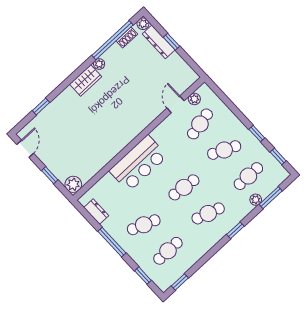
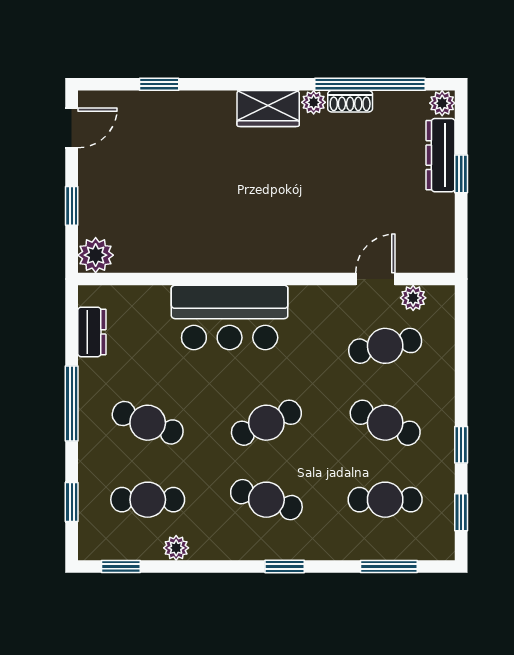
shoe rack: (127, 37) -> (350, 101), moved
cafe table: (184, 187) -> (266, 423), turned -30
plant: (256, 200) -> (176, 548), moved

